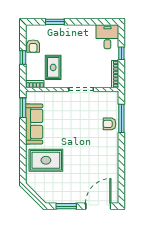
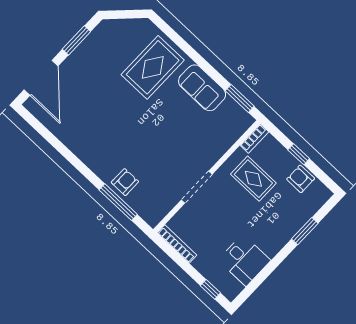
desk: (107, 37) -> (244, 260), moved
window: (121, 53) -> (210, 289), moved
sofa: (34, 124) -> (202, 88), width x0.73

